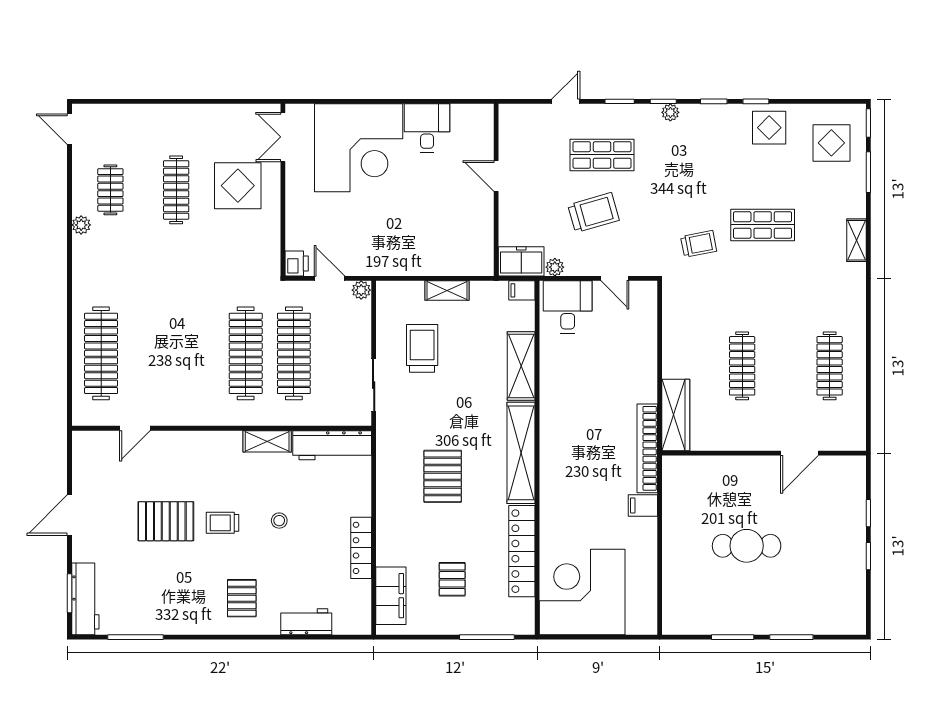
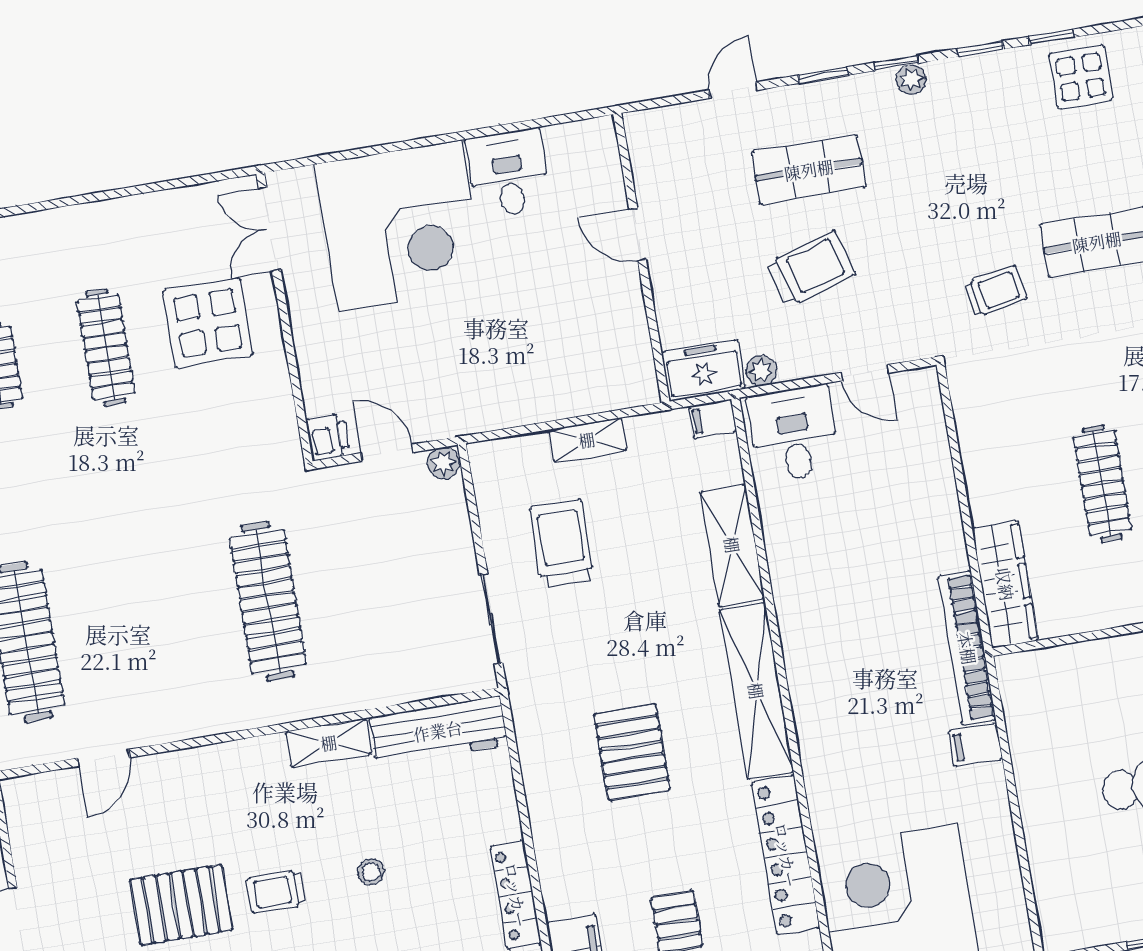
clothes rail: (294, 353) -> (349, 588), removed

